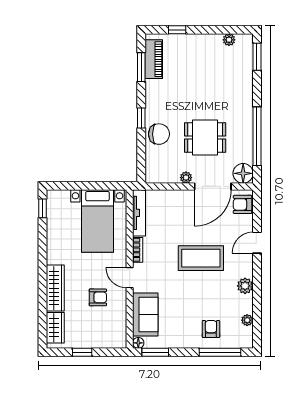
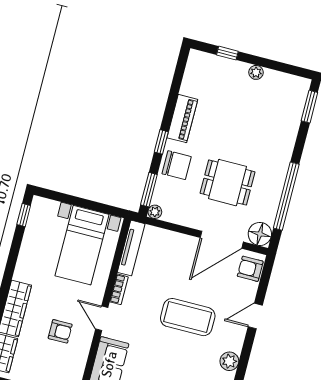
plant: (229, 40) -> (256, 72), moved
piano: (154, 59) -> (182, 119), moved
window: (141, 67) -> (149, 190), moved
plant: (186, 178) -> (155, 212), moved

